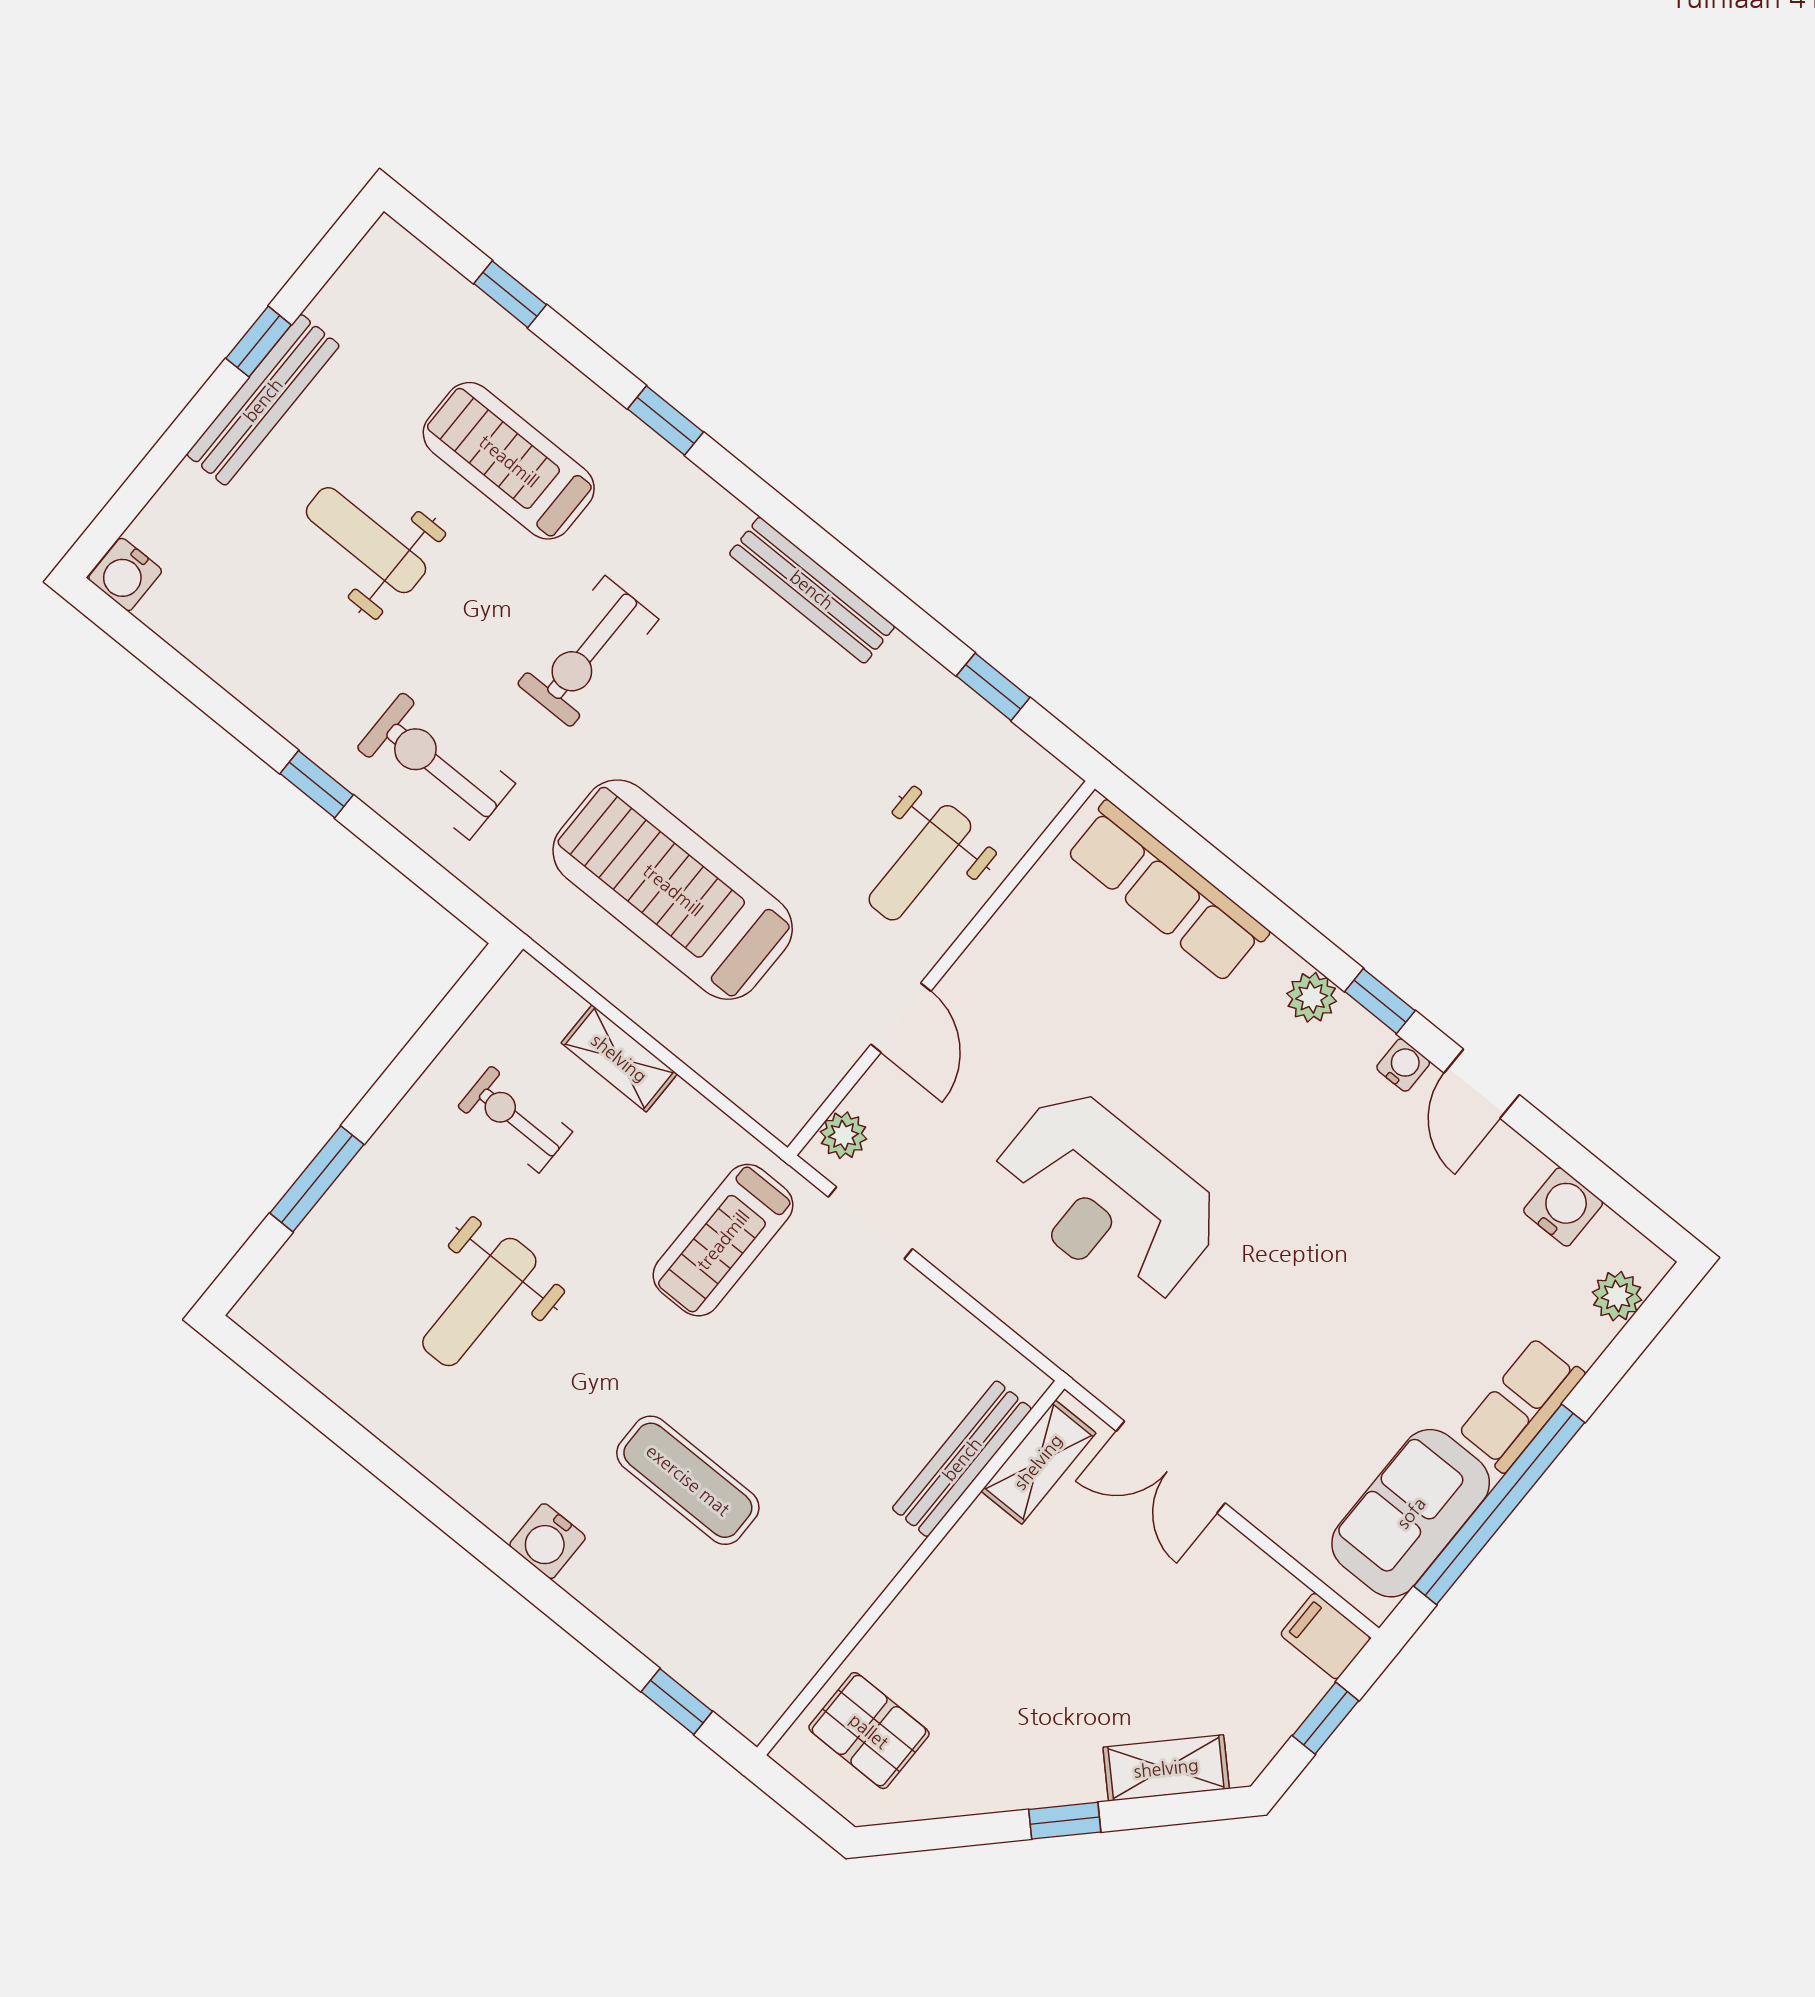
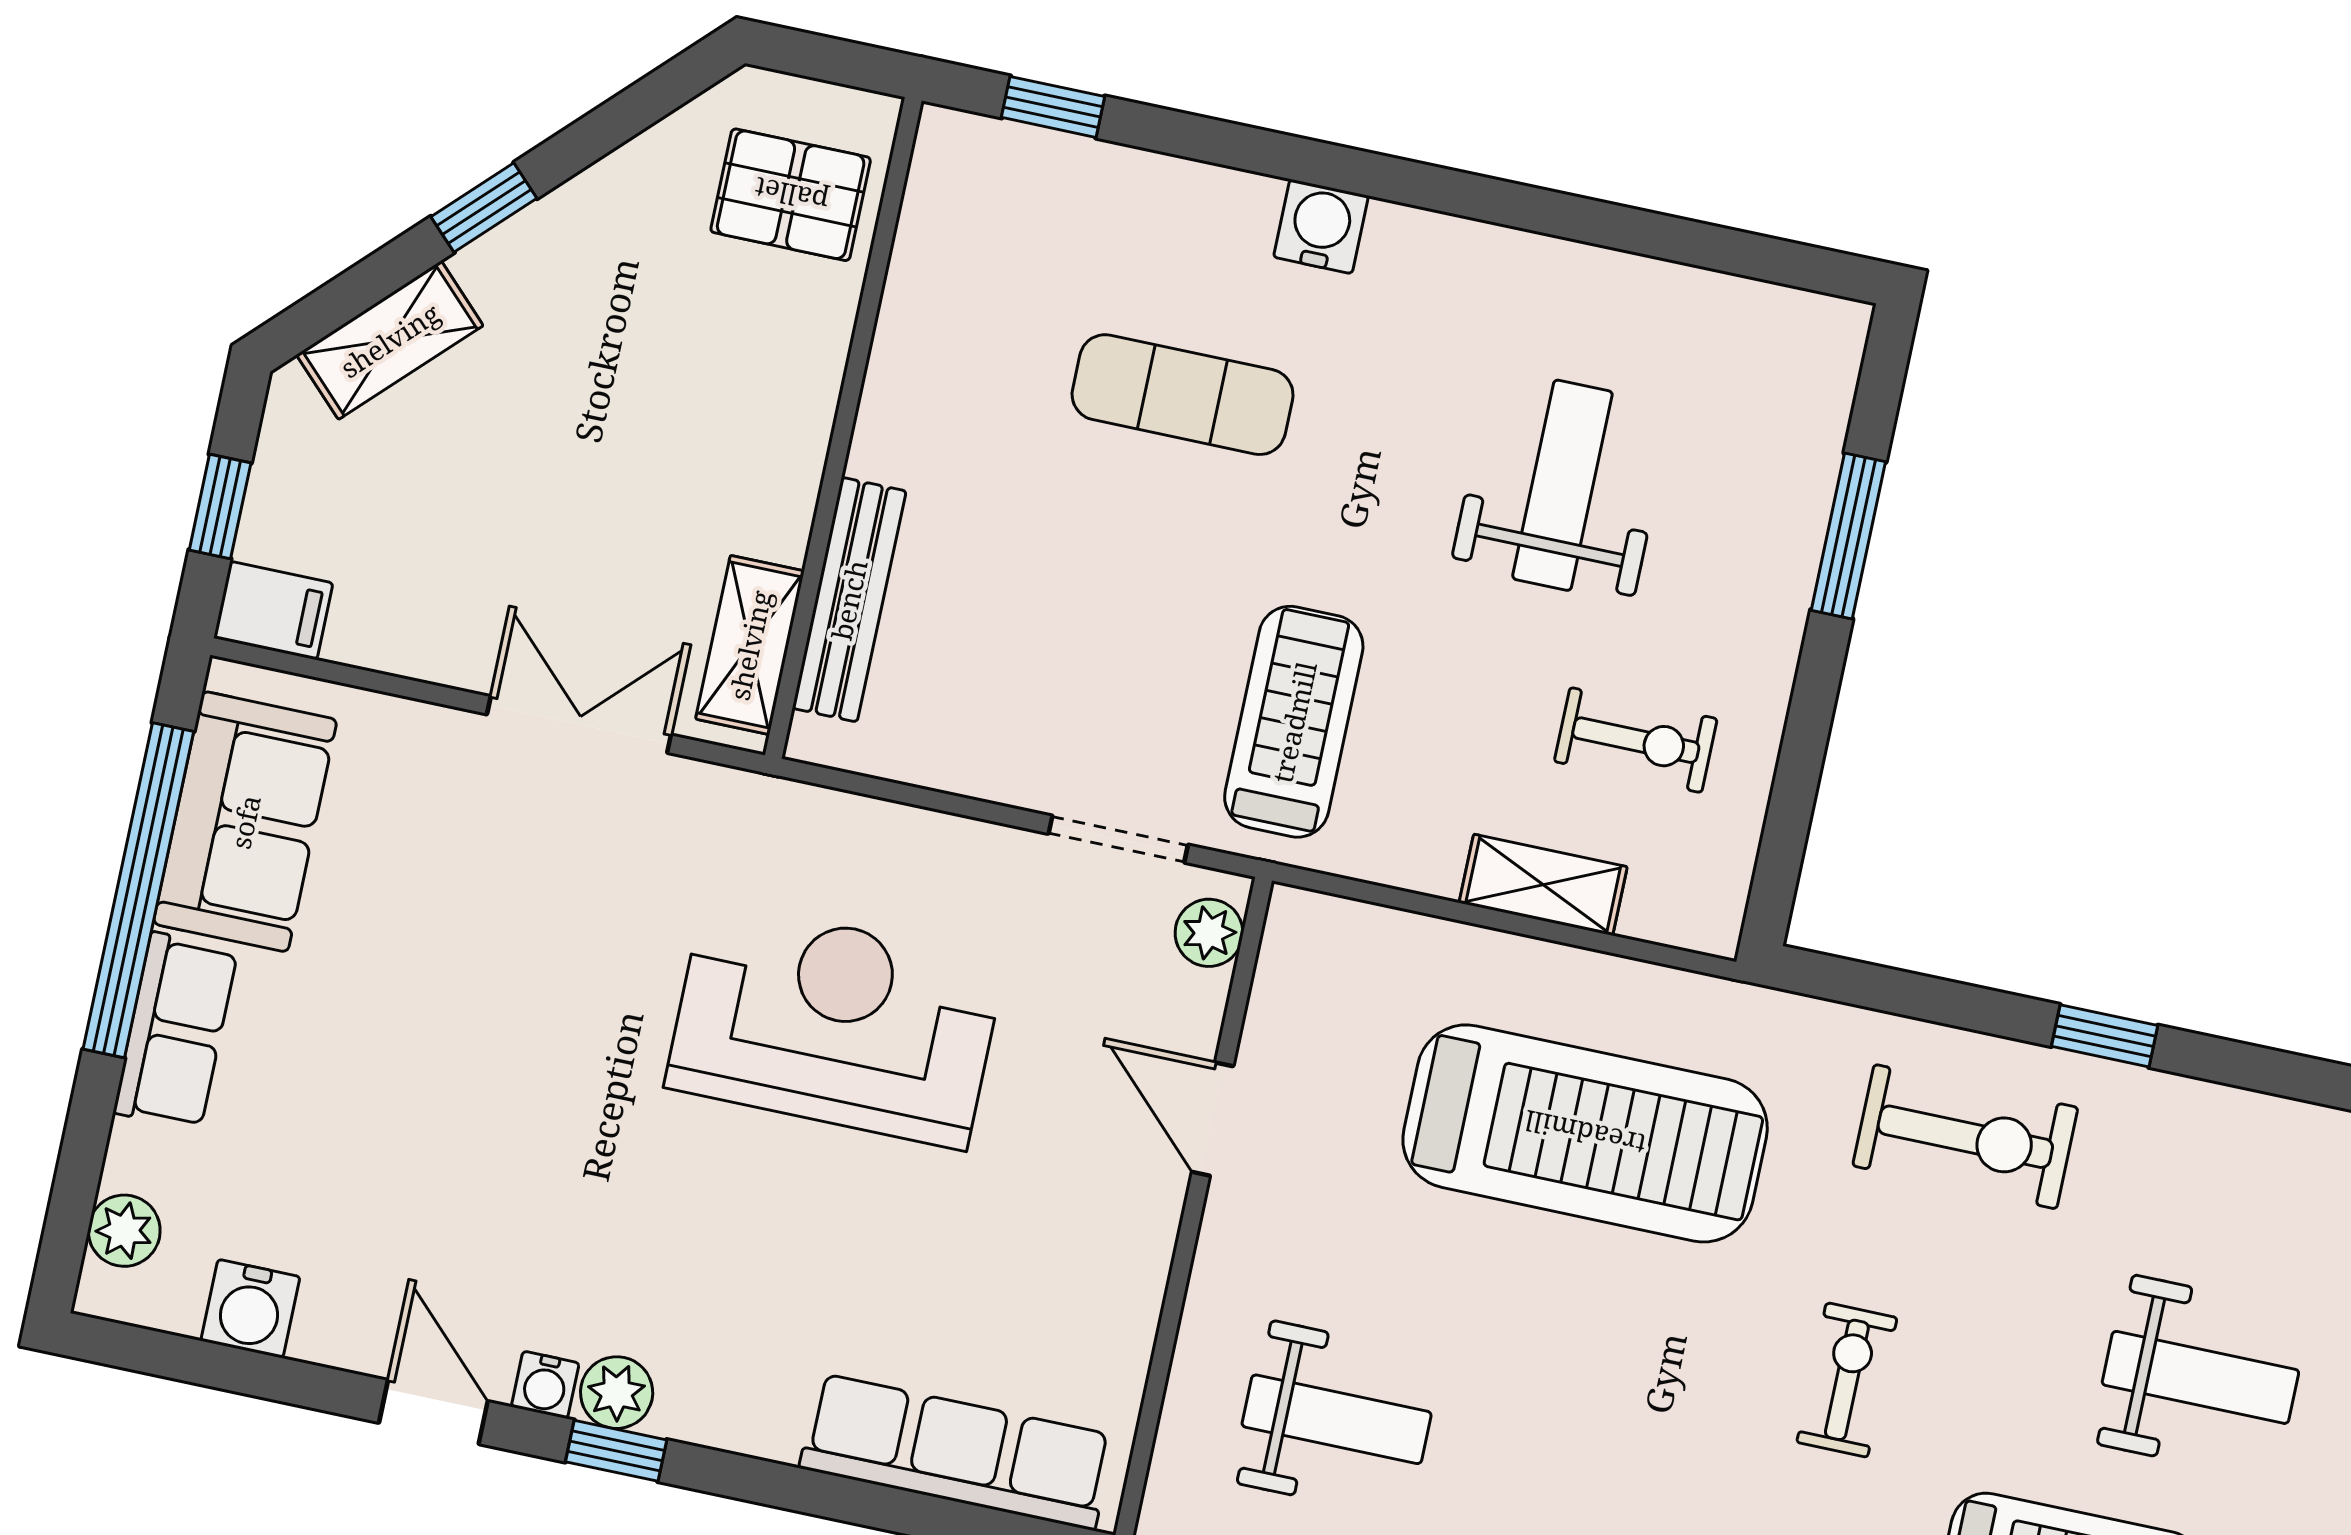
exercise bike: (588, 652) -> (1847, 1380), width x0.73, depth x0.72
weight bench: (920, 863) -> (1337, 1419), moved, turned 90
plant: (1312, 997) -> (617, 1393), moved

